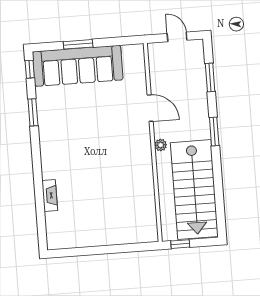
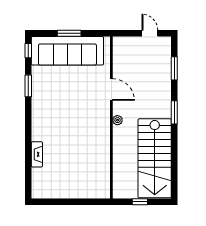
door: (150, 108) -> (111, 90), moved
wall: (153, 142) -> (111, 118), moved
plant: (161, 145) -> (117, 120), moved

